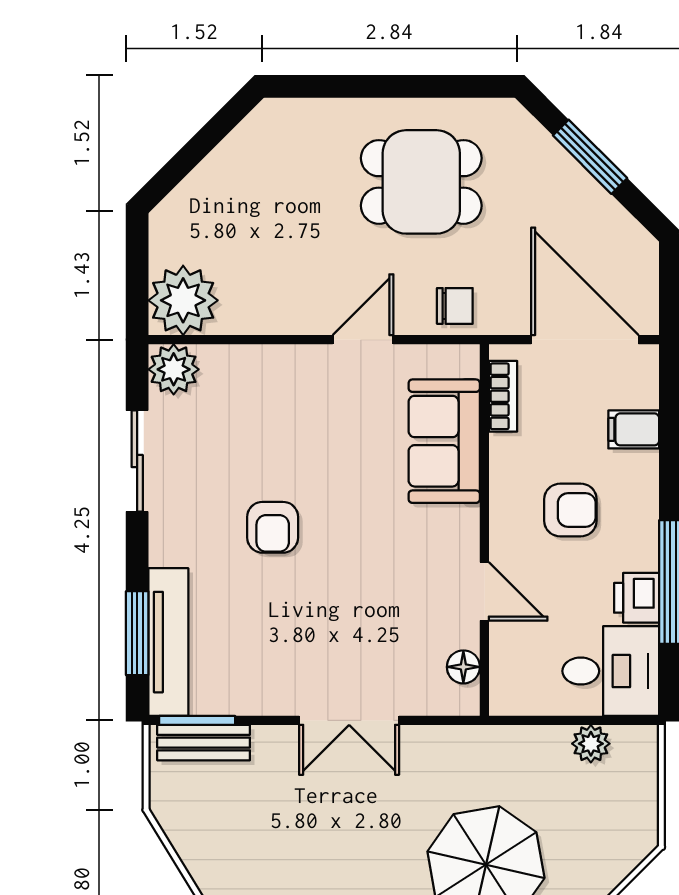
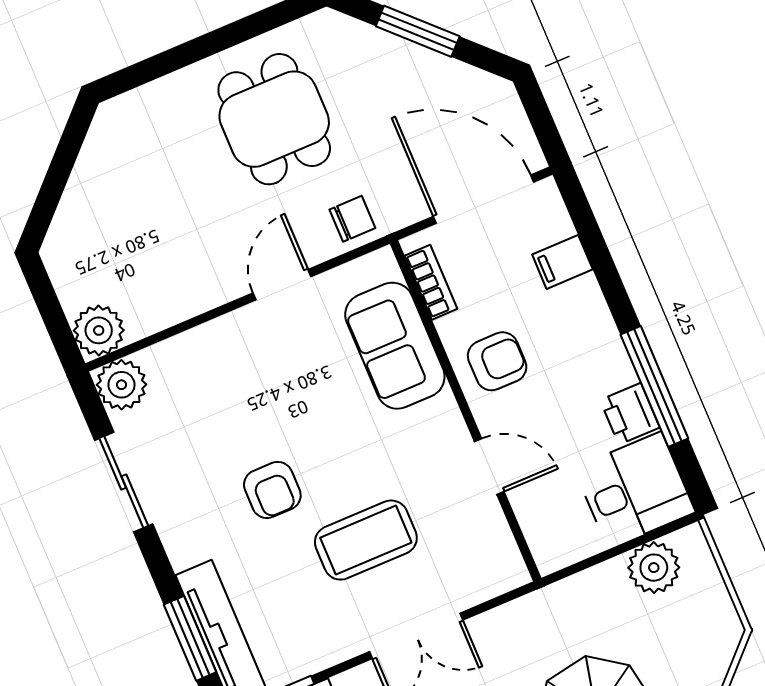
dining table: (421, 182) -> (274, 119), turned 90
plant: (183, 300) -> (99, 330), width x0.73, depth x0.73
armchair: (570, 510) -> (497, 361), moved
coffee table: (340, 611) -> (366, 540), added
floor lamp: (463, 667) -> (499, 543), removed
plant: (591, 744) -> (654, 568), width x1.38, depth x1.38

